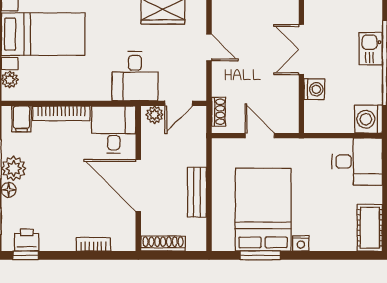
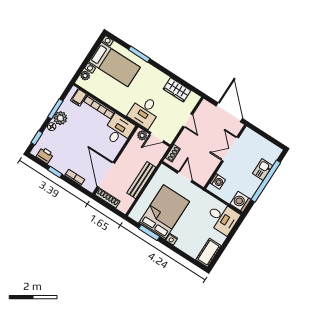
washing machine: (314, 89) -> (218, 181), moved
door: (138, 186) -> (106, 175), moved
bench: (197, 192) -> (141, 180), width x1.36
window: (26, 255) -> (55, 172), moved

